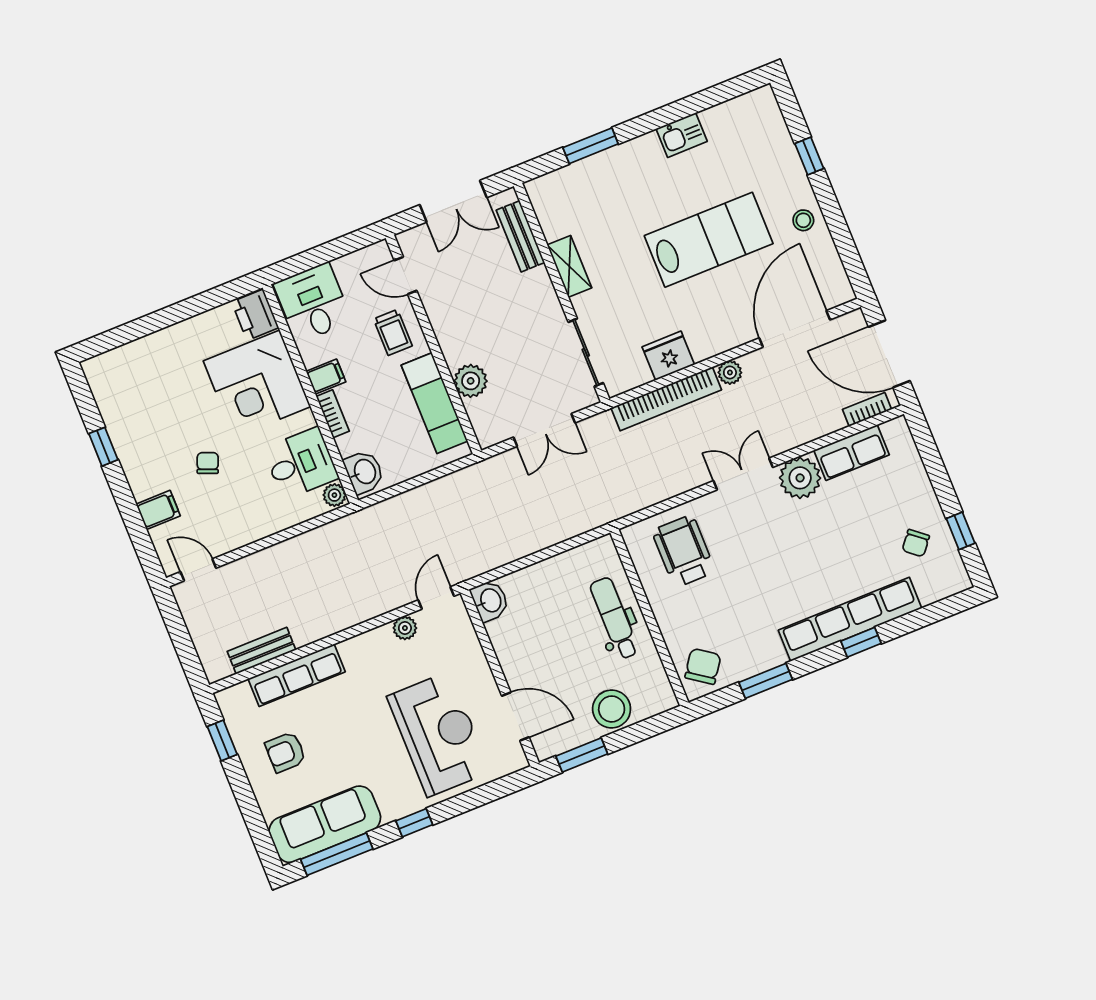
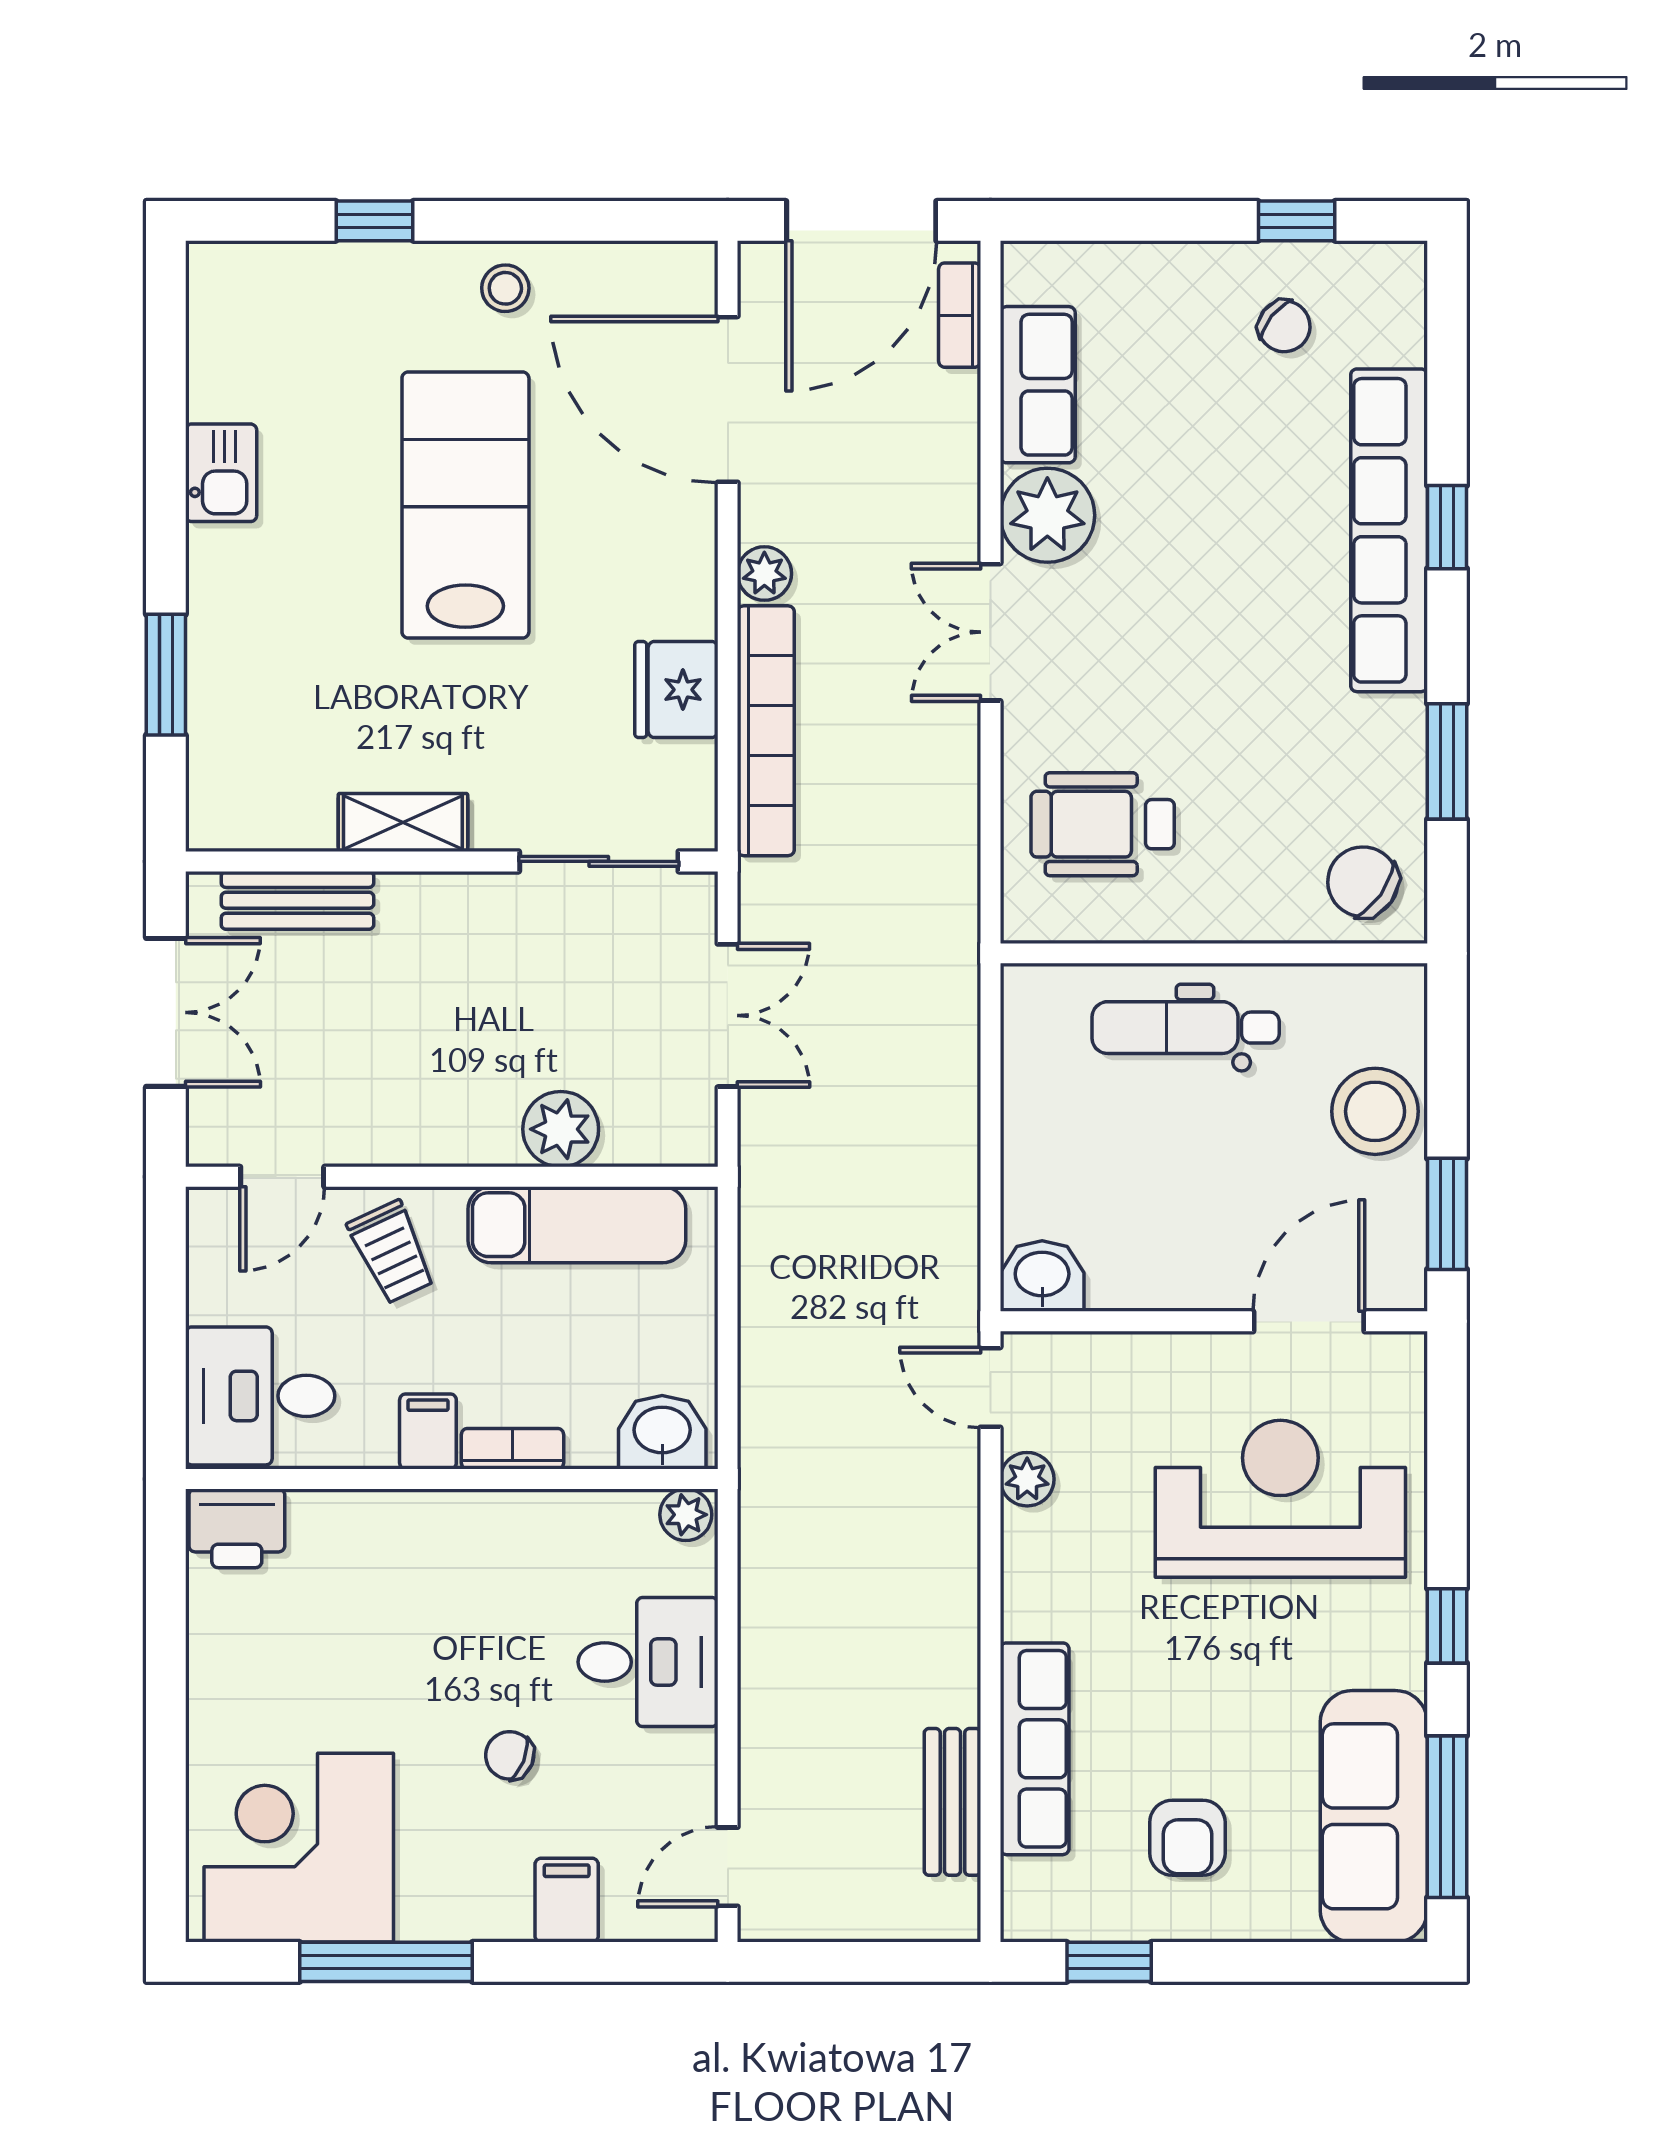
trolley: (393, 332) -> (392, 1252), turned 65
corner desk: (257, 384) -> (299, 1848), moved, turned 180
window: (103, 447) -> (386, 1962), width x2.17
desk: (301, 463) -> (648, 1662), moved, turned 90

